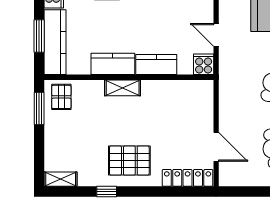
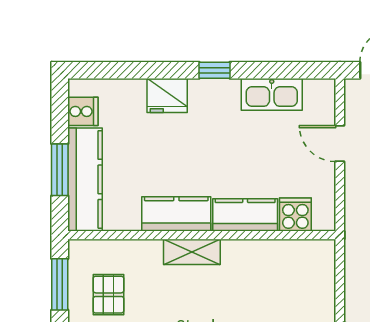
door: (216, 35) -> (340, 144), moved
cooker: (204, 64) -> (295, 214), moved
pallet: (61, 97) -> (108, 295), moved

